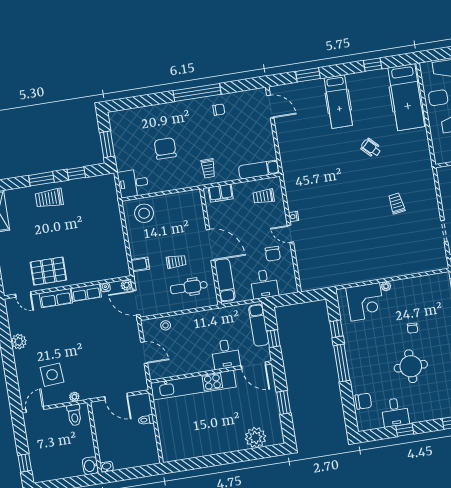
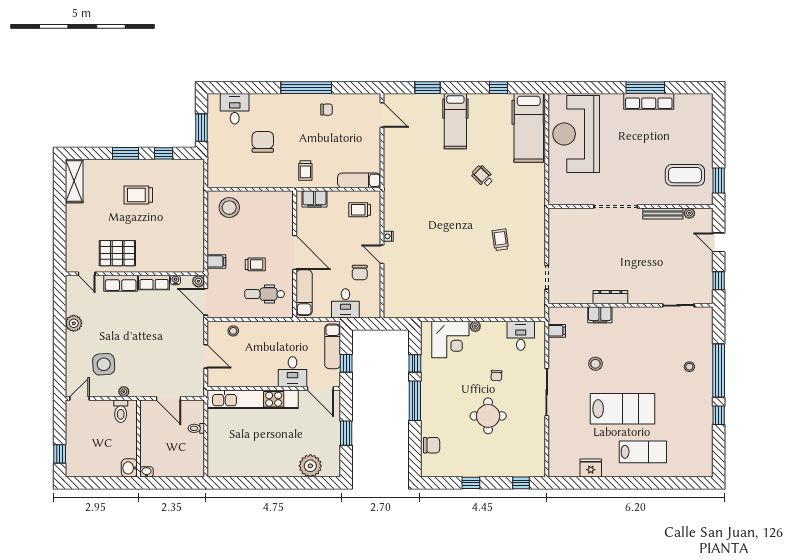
desk: (133, 183) -> (235, 109), moved, turned 90
trolley: (49, 198) -> (138, 195), moved
desk: (395, 412) -> (521, 336), moved, turned 180

